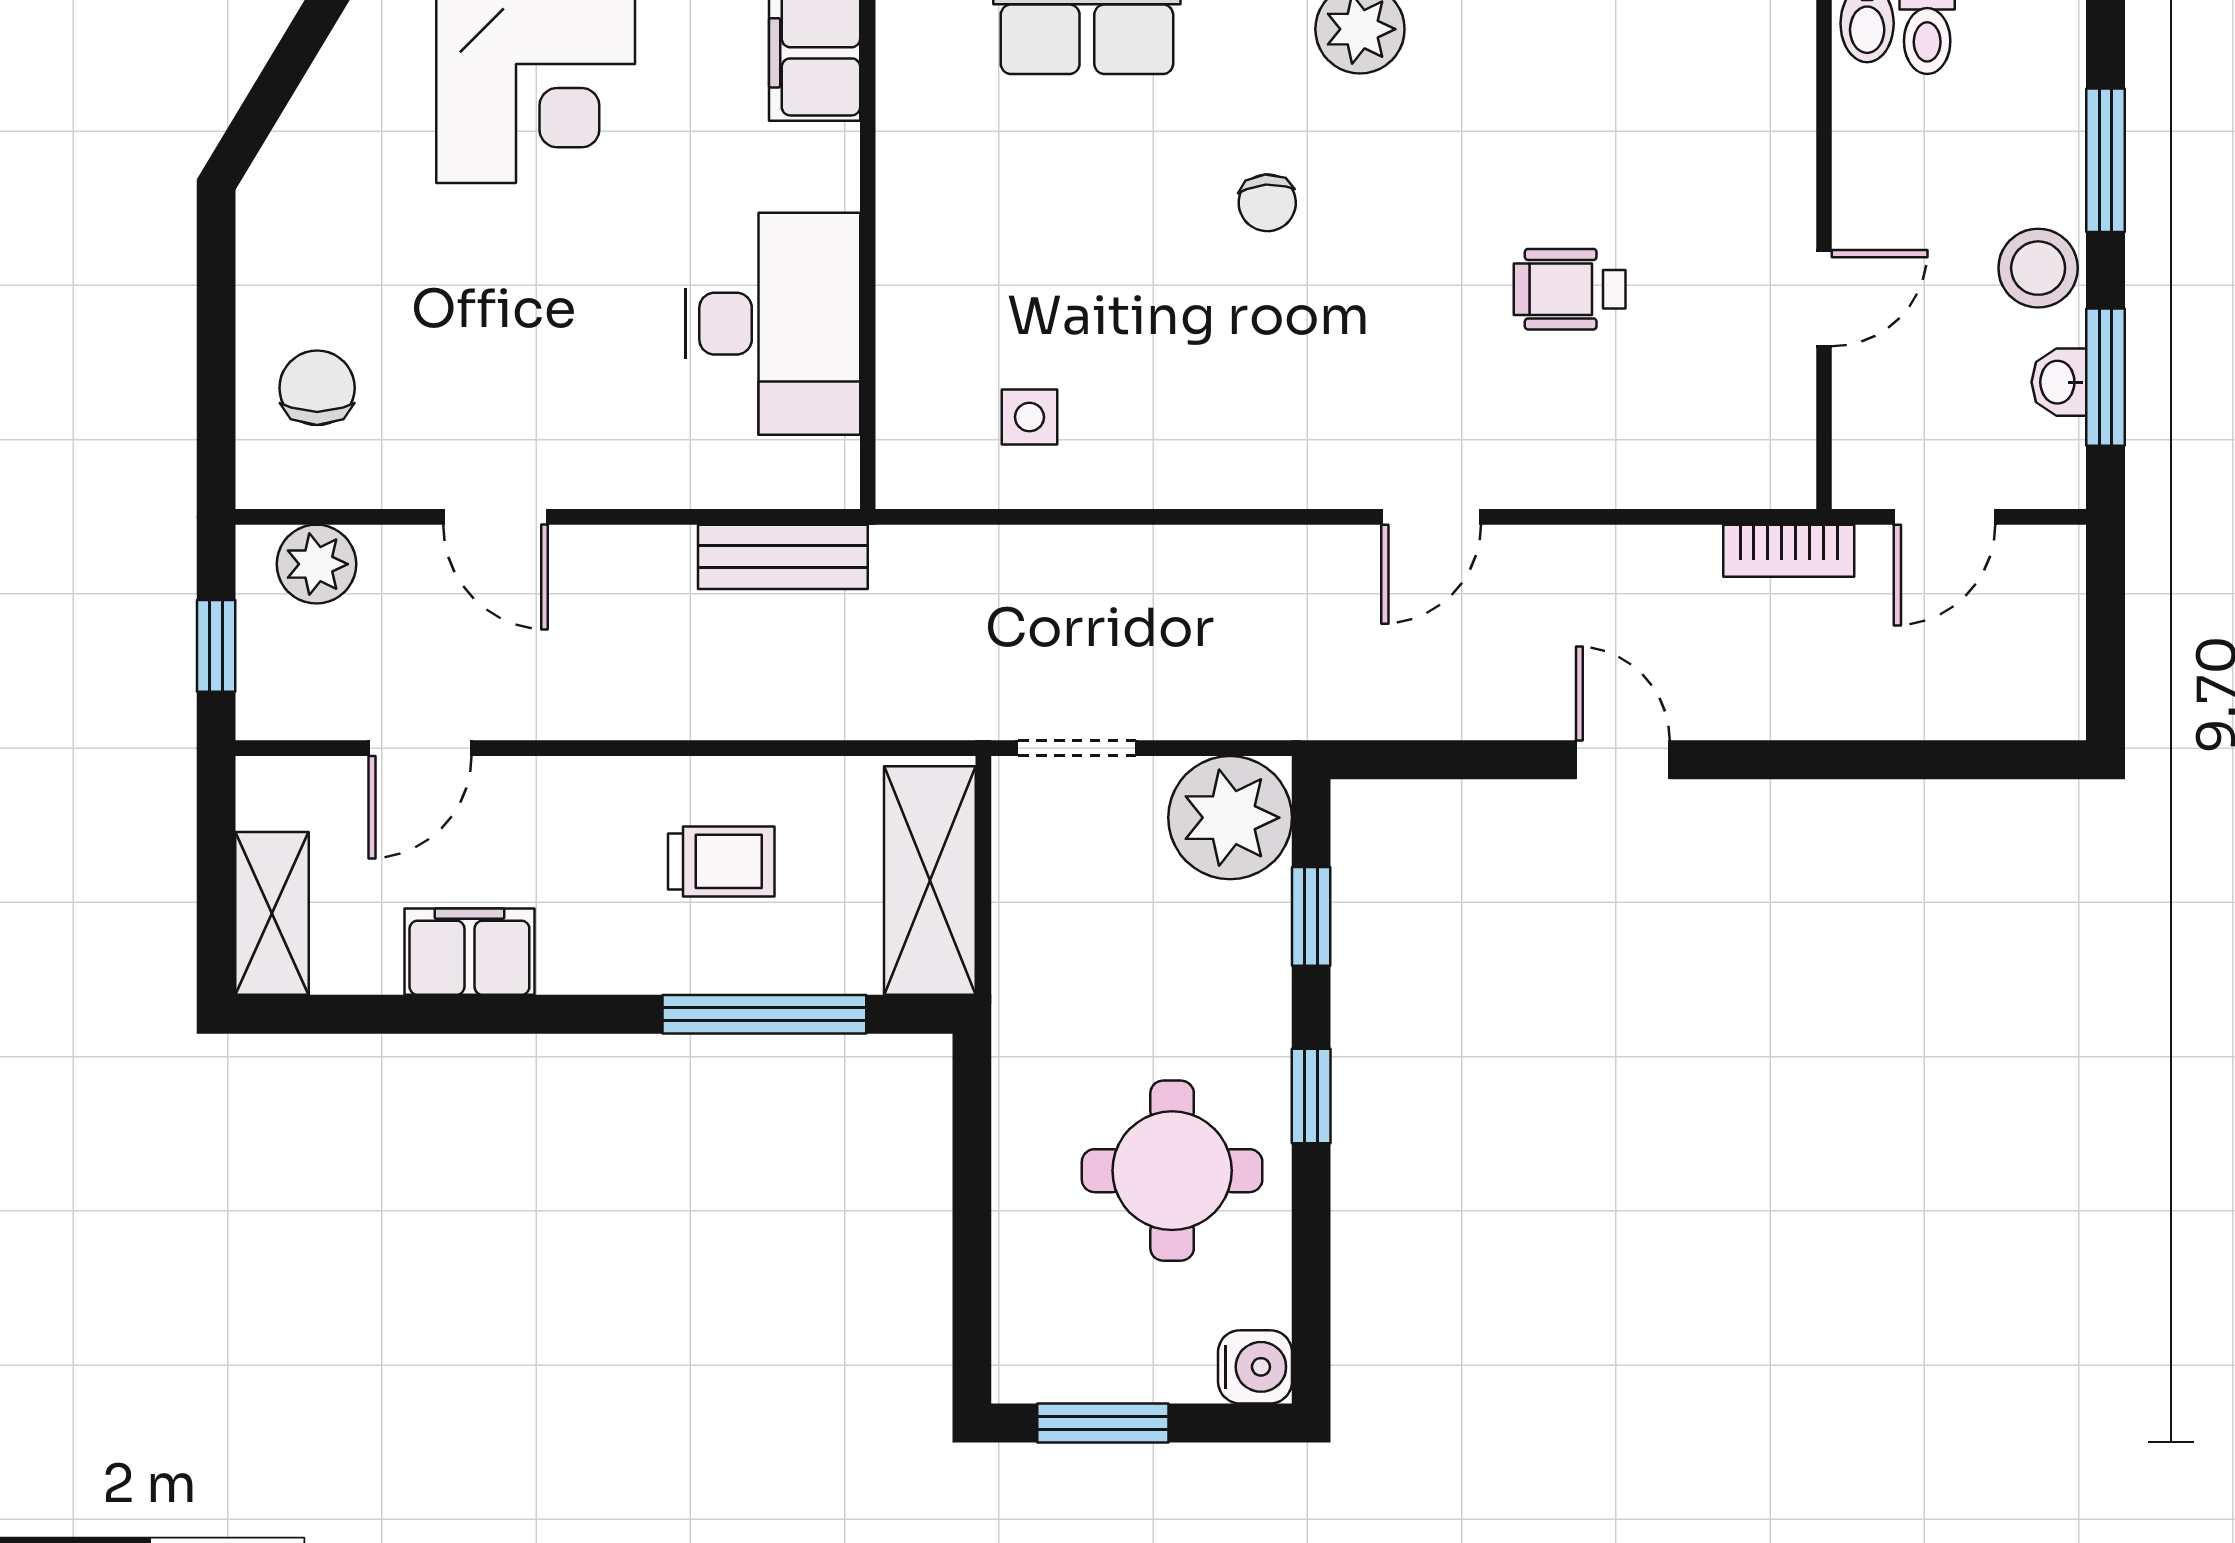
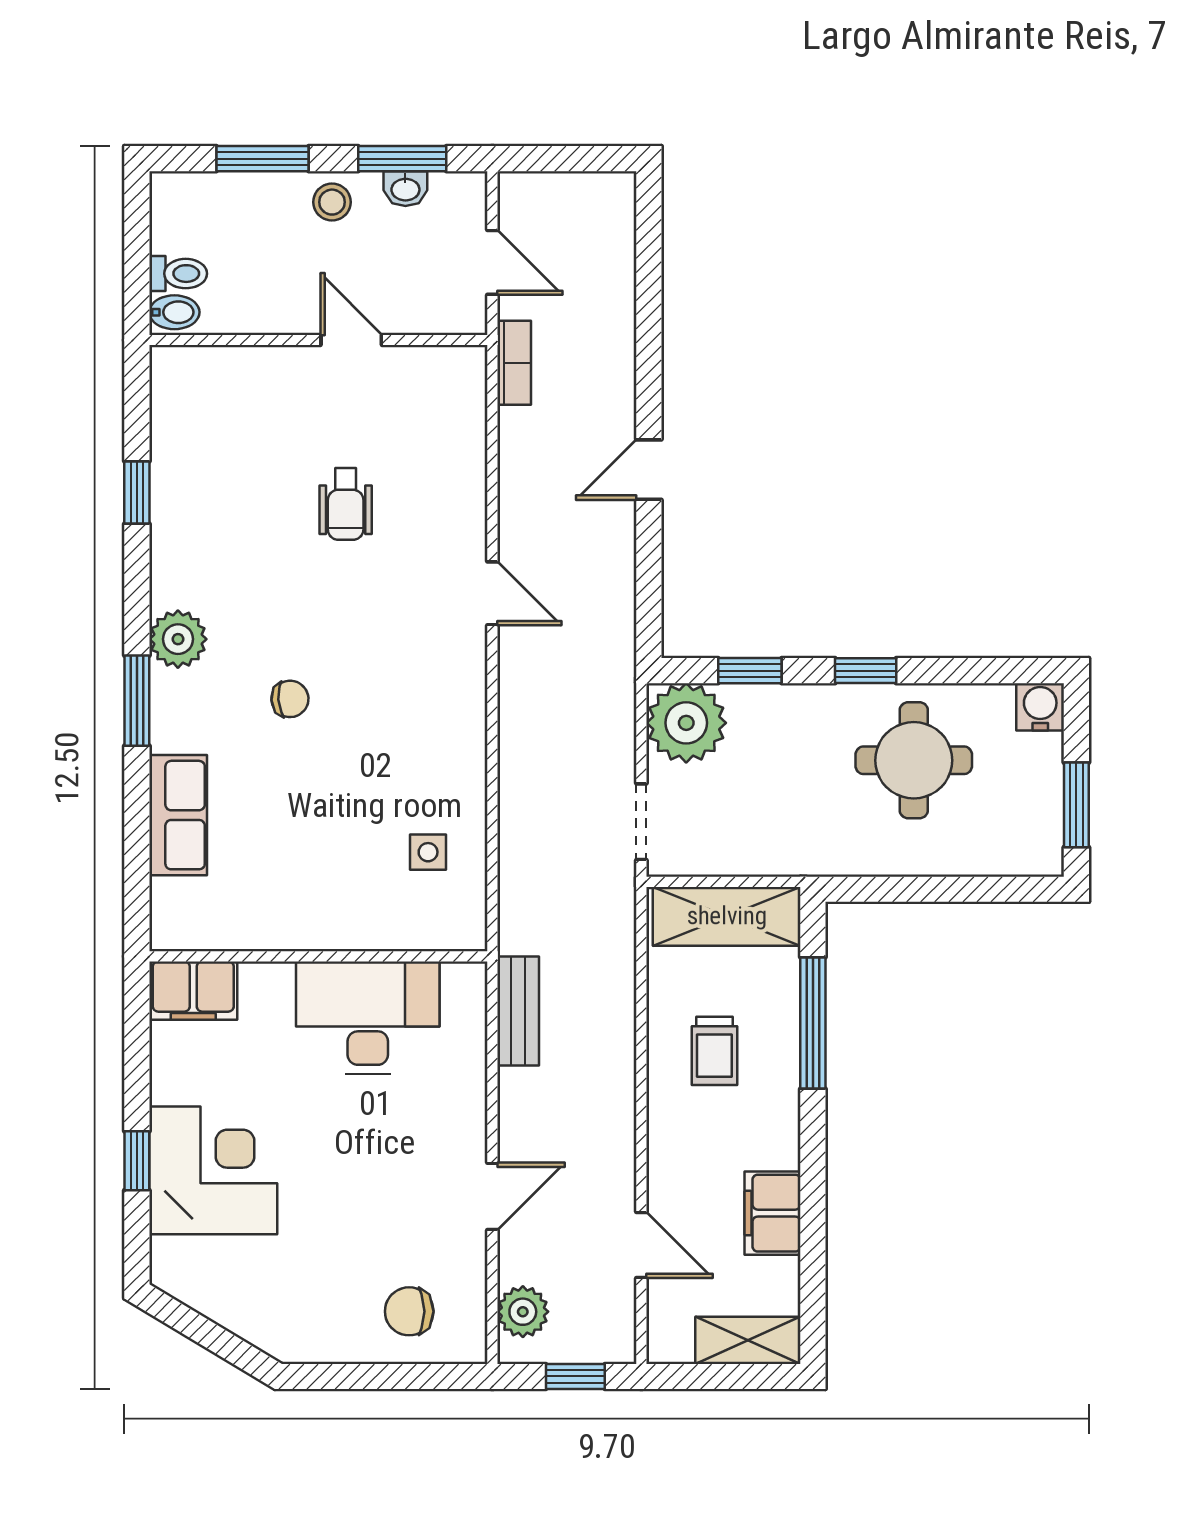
stool: (2038, 268) -> (332, 202), width x0.73, depth x0.73
trolley: (721, 861) -> (714, 1051), turned 180

